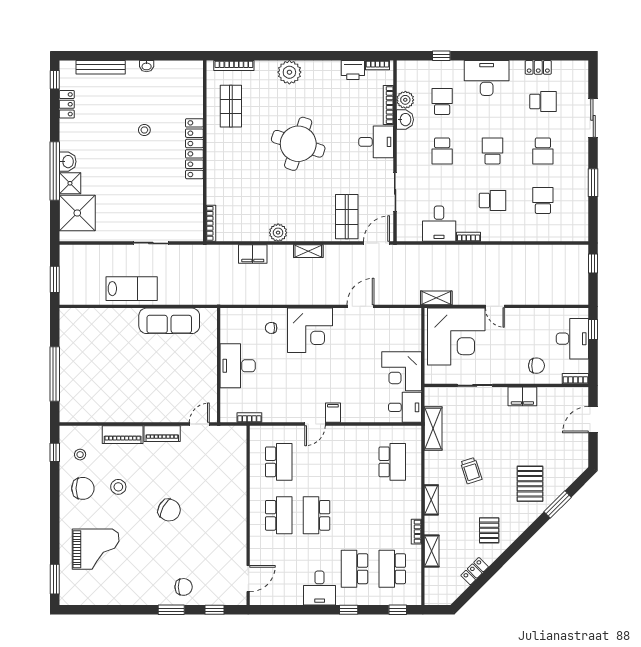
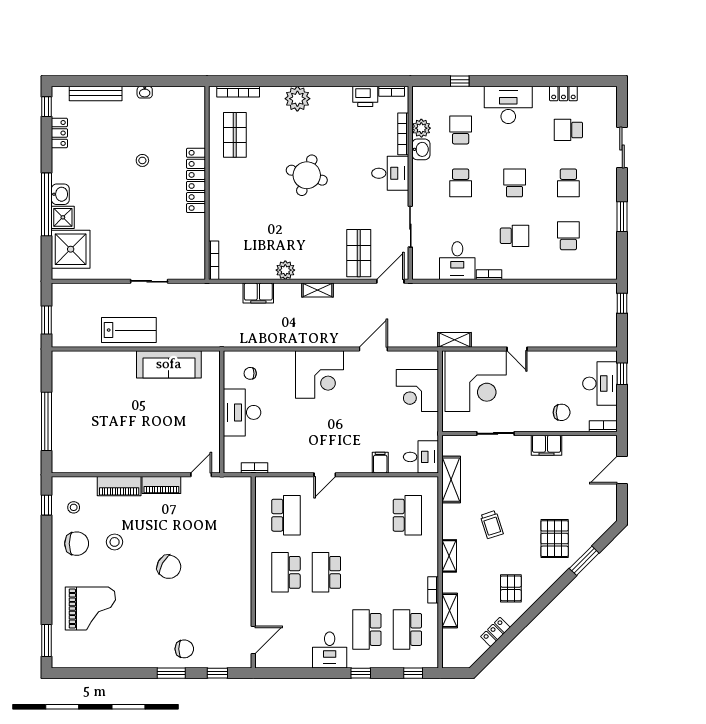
school desk: (543, 101) -> (568, 130), turned 180
round table: (298, 144) -> (307, 175), width x0.73, depth x0.73
chair: (271, 328) -> (250, 373), moved
corner desk: (402, 371) -> (417, 390), moved
filing cabinet: (333, 413) -> (380, 463), moved
school desk: (279, 515) -> (286, 572), turned 180

